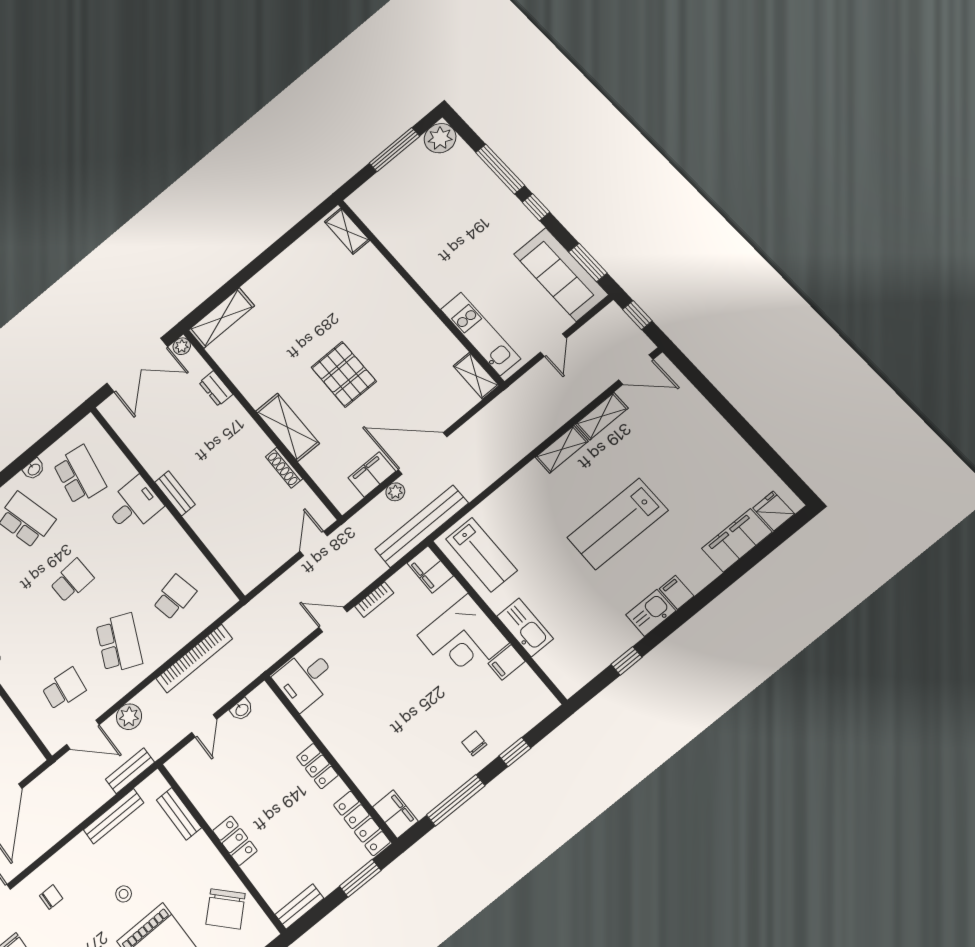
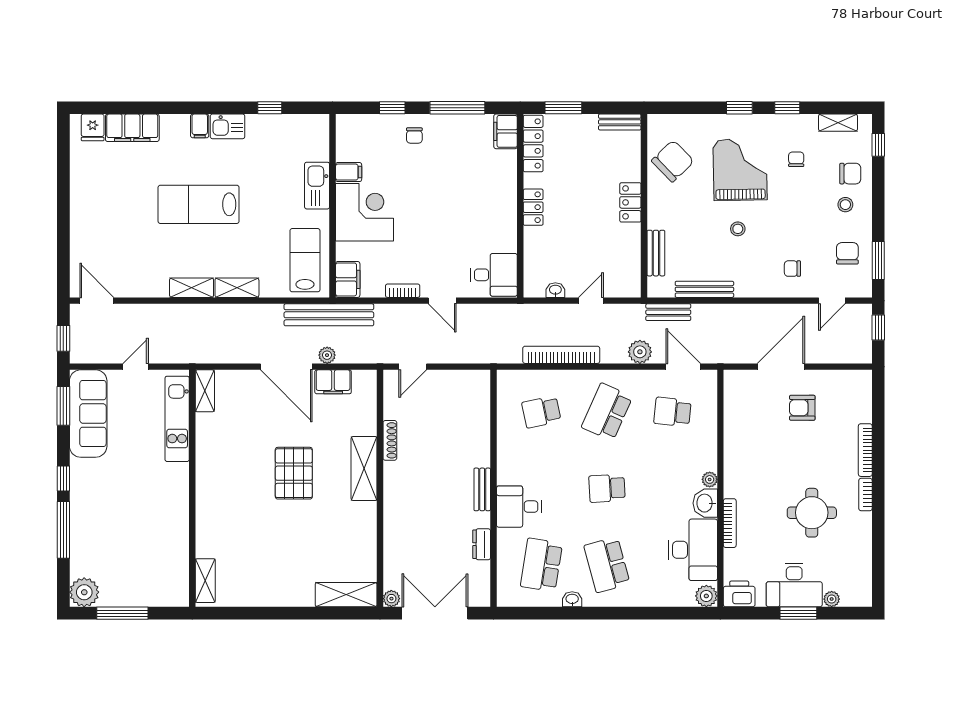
dresser: (216, 388) -> (482, 544), moved, turned 180
shelving: (602, 416) -> (237, 288), moved
lab bench: (617, 524) -> (199, 204), turned 180

